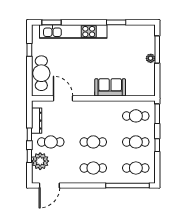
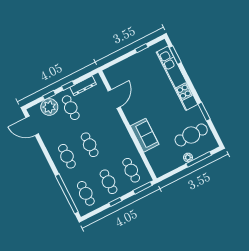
cafe table: (41, 73) -> (191, 135), moved

